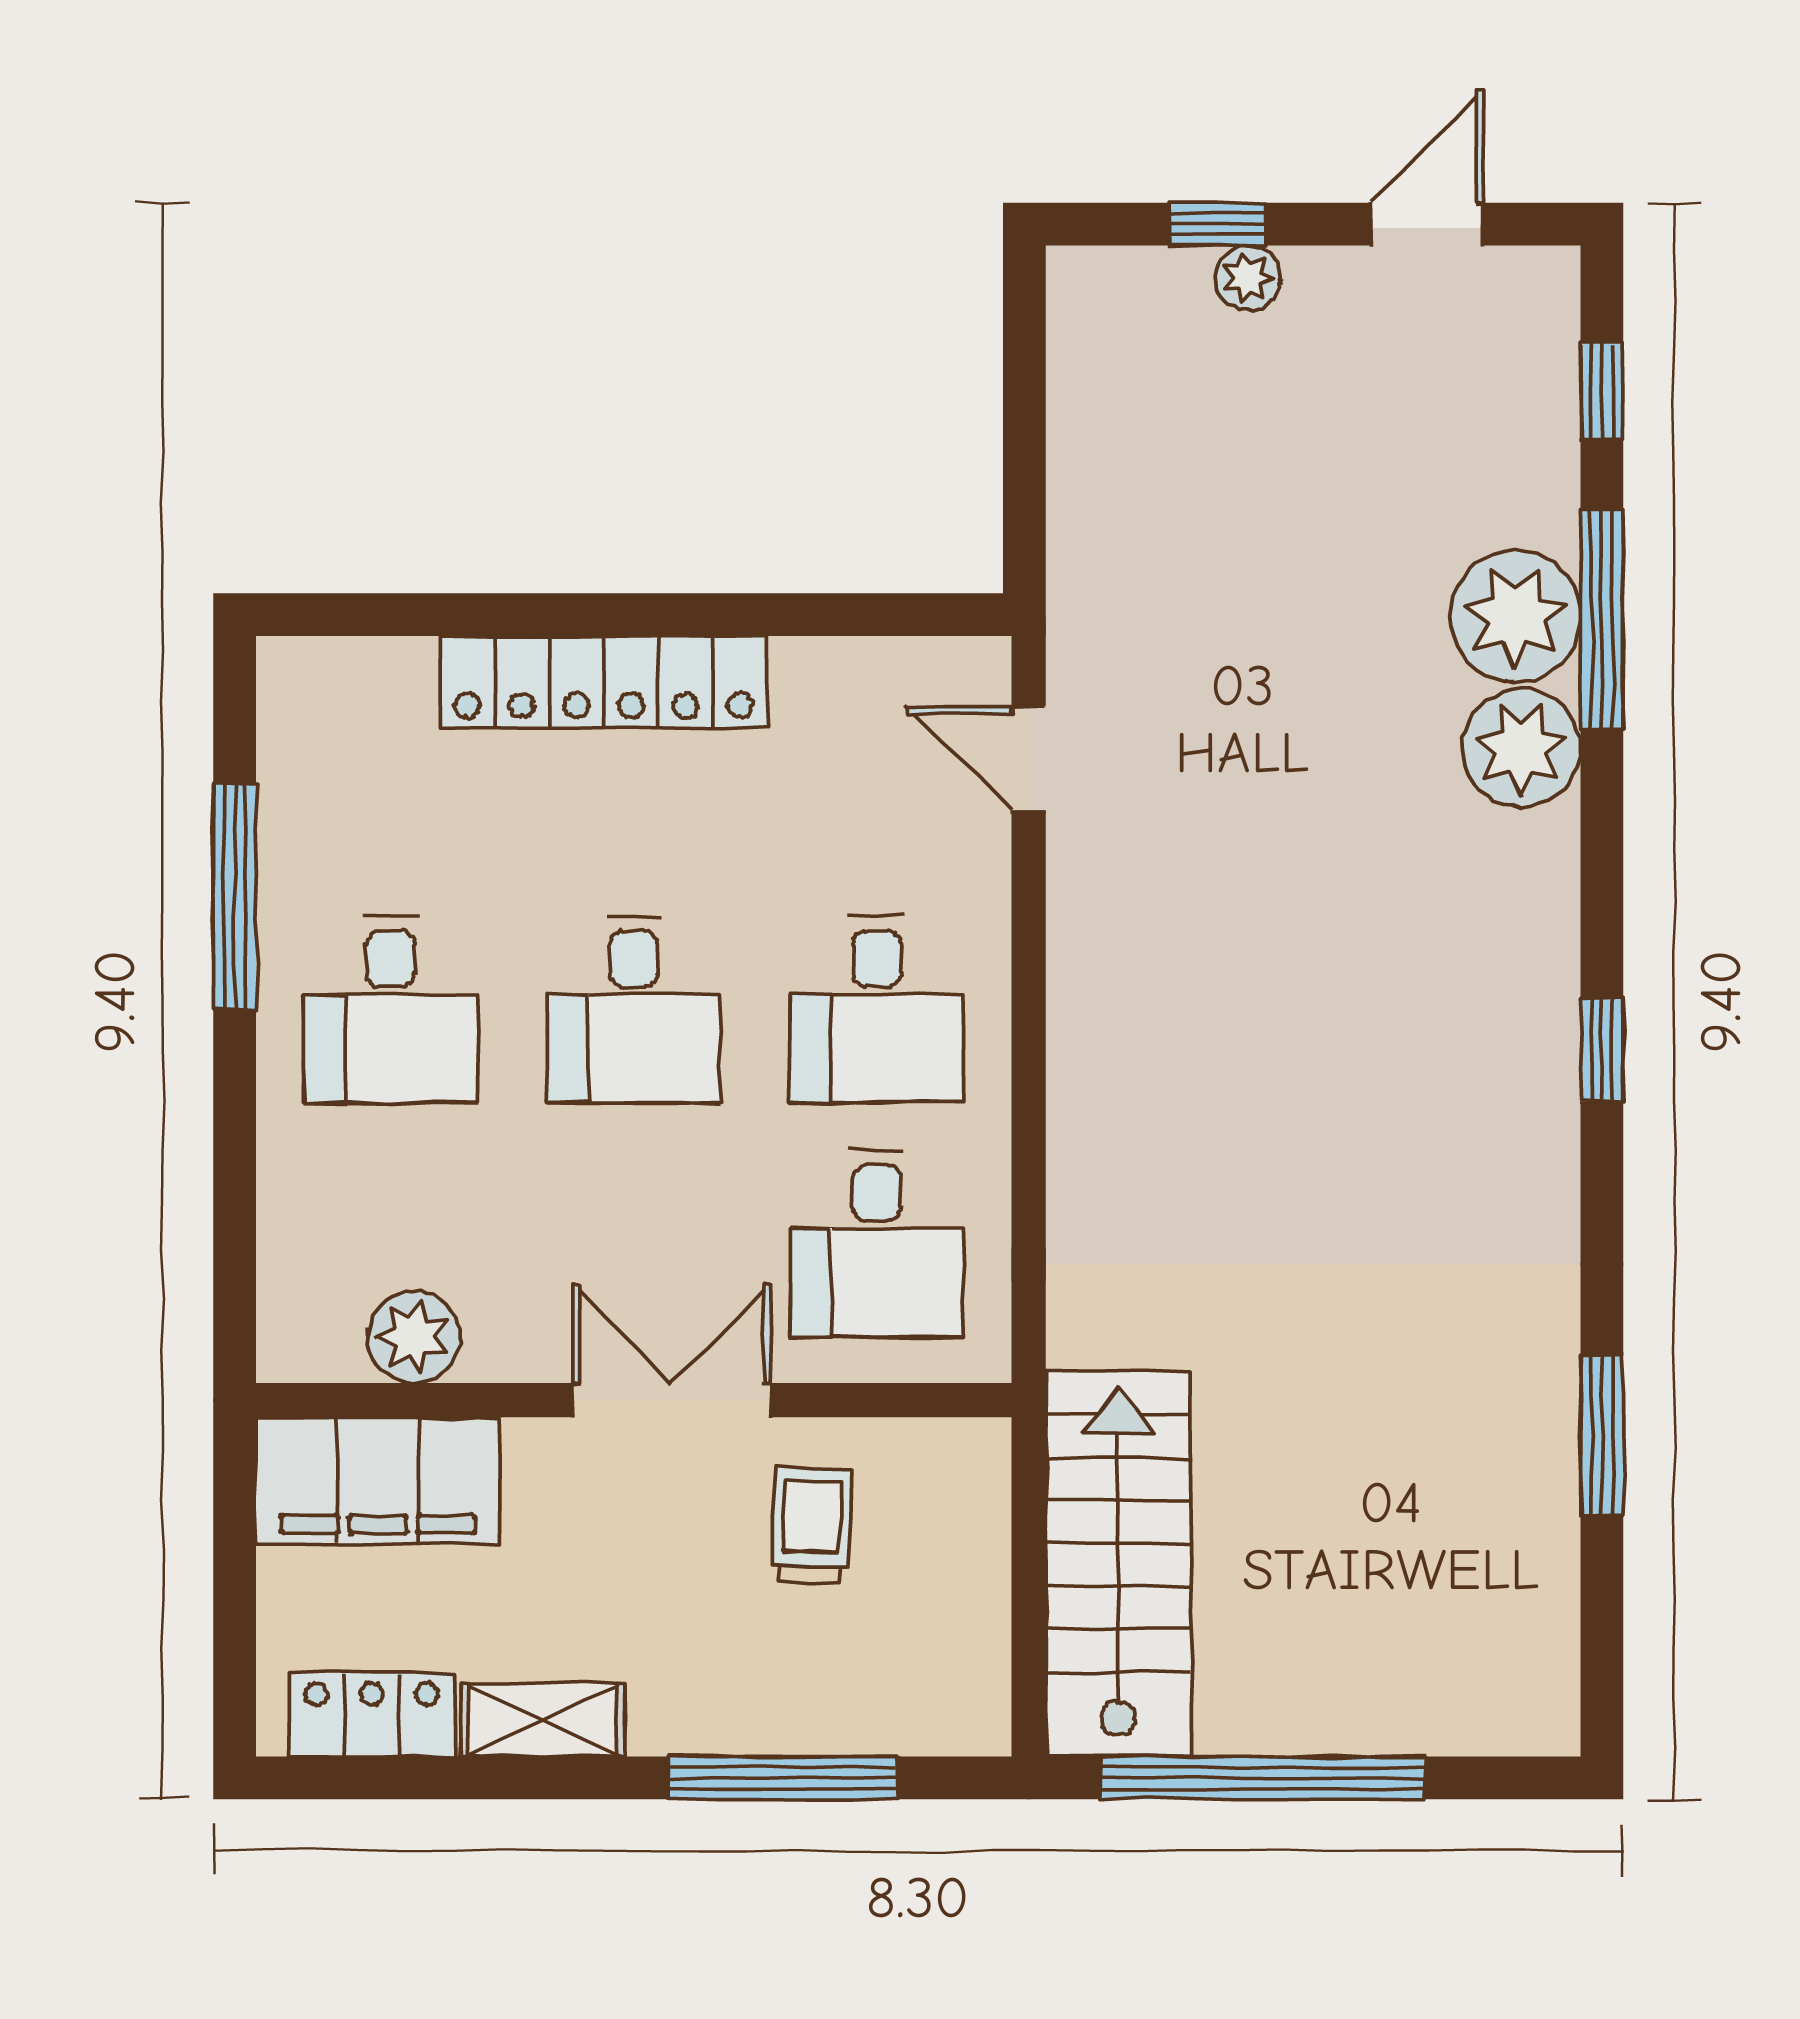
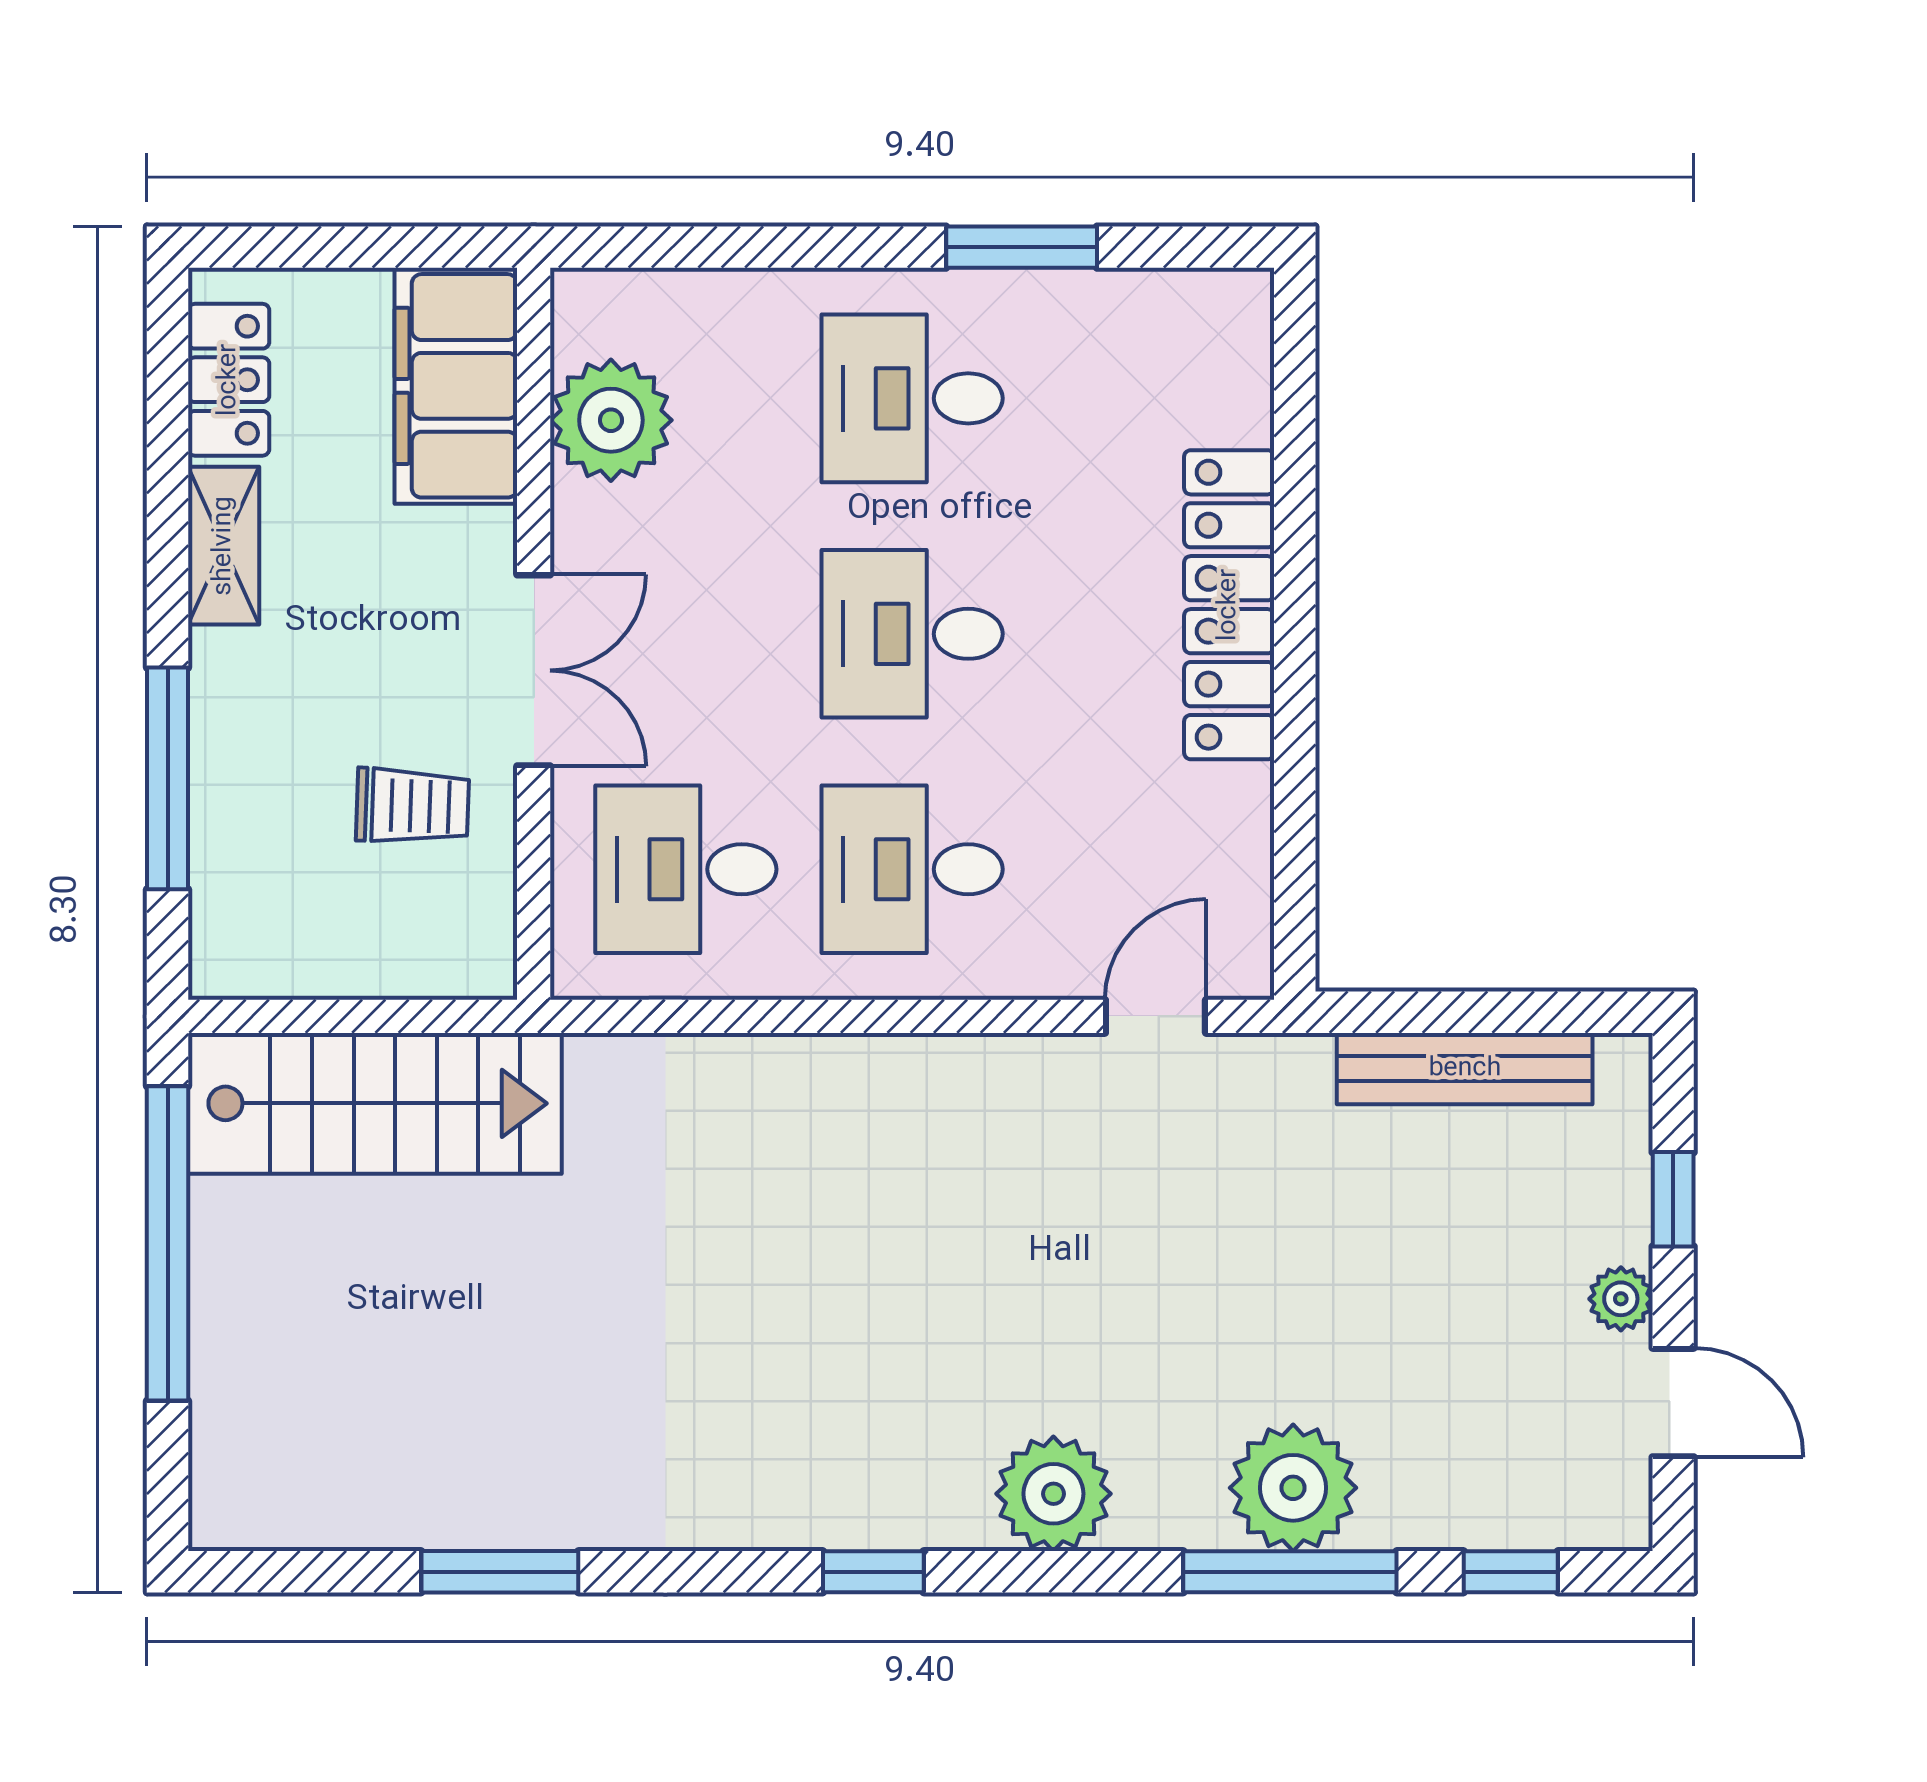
plant: (1248, 278) -> (1621, 1299), moved
bench: (1083, 439) -> (1465, 1069), added
plant: (1521, 748) -> (1053, 1494), moved
window: (235, 897) -> (1022, 247), width x0.69
plant: (413, 1337) -> (611, 420), width x1.36, depth x1.36

